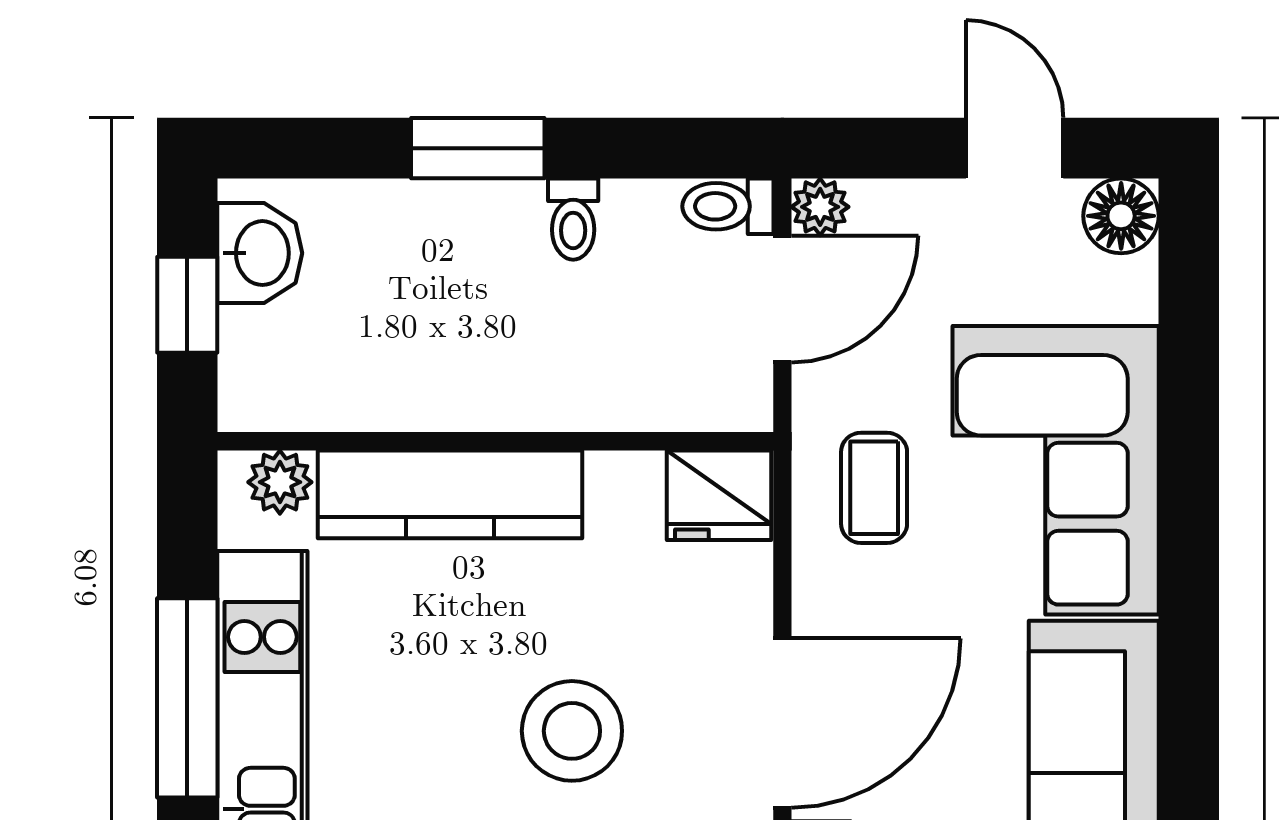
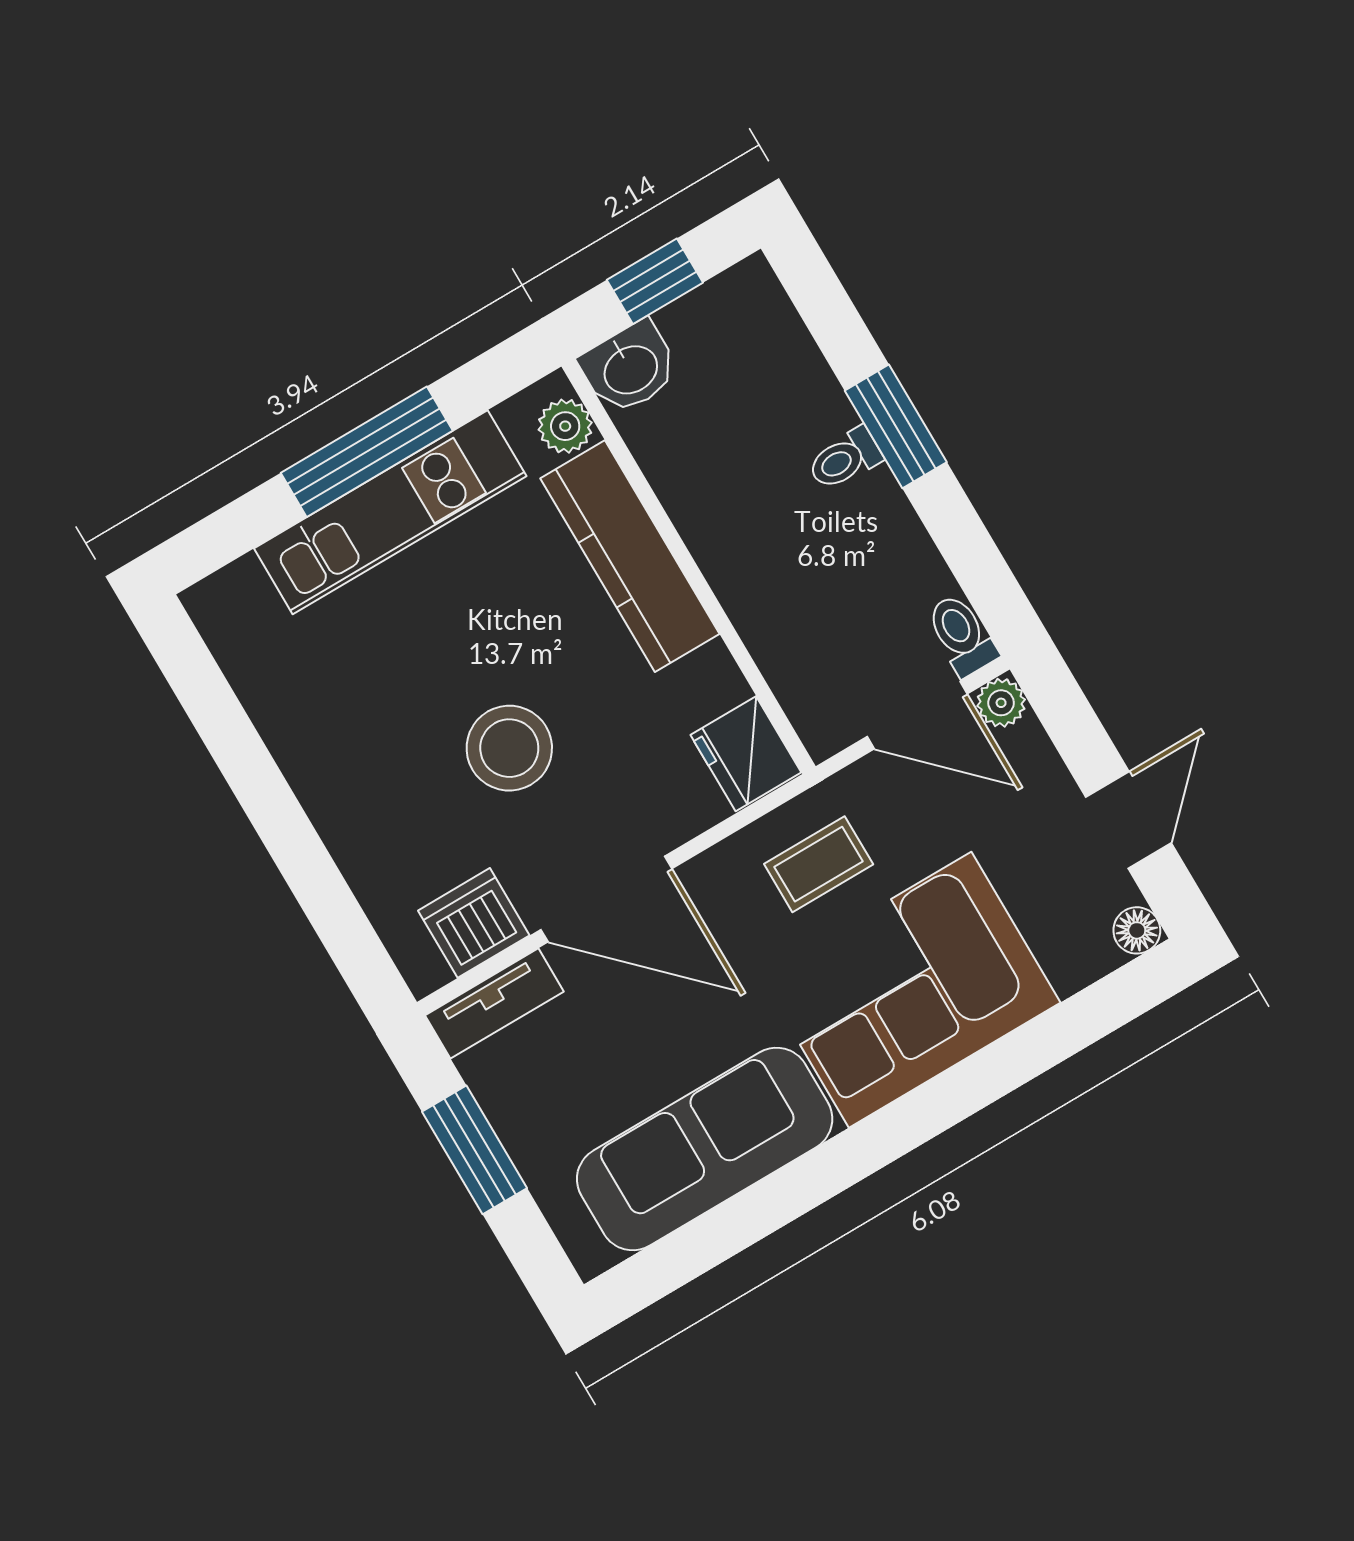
floor lamp: (1121, 216) -> (1137, 930), width x0.73, depth x0.73
toilet: (573, 219) -> (845, 459), moved
washbasin: (260, 253) -> (630, 368), moved

